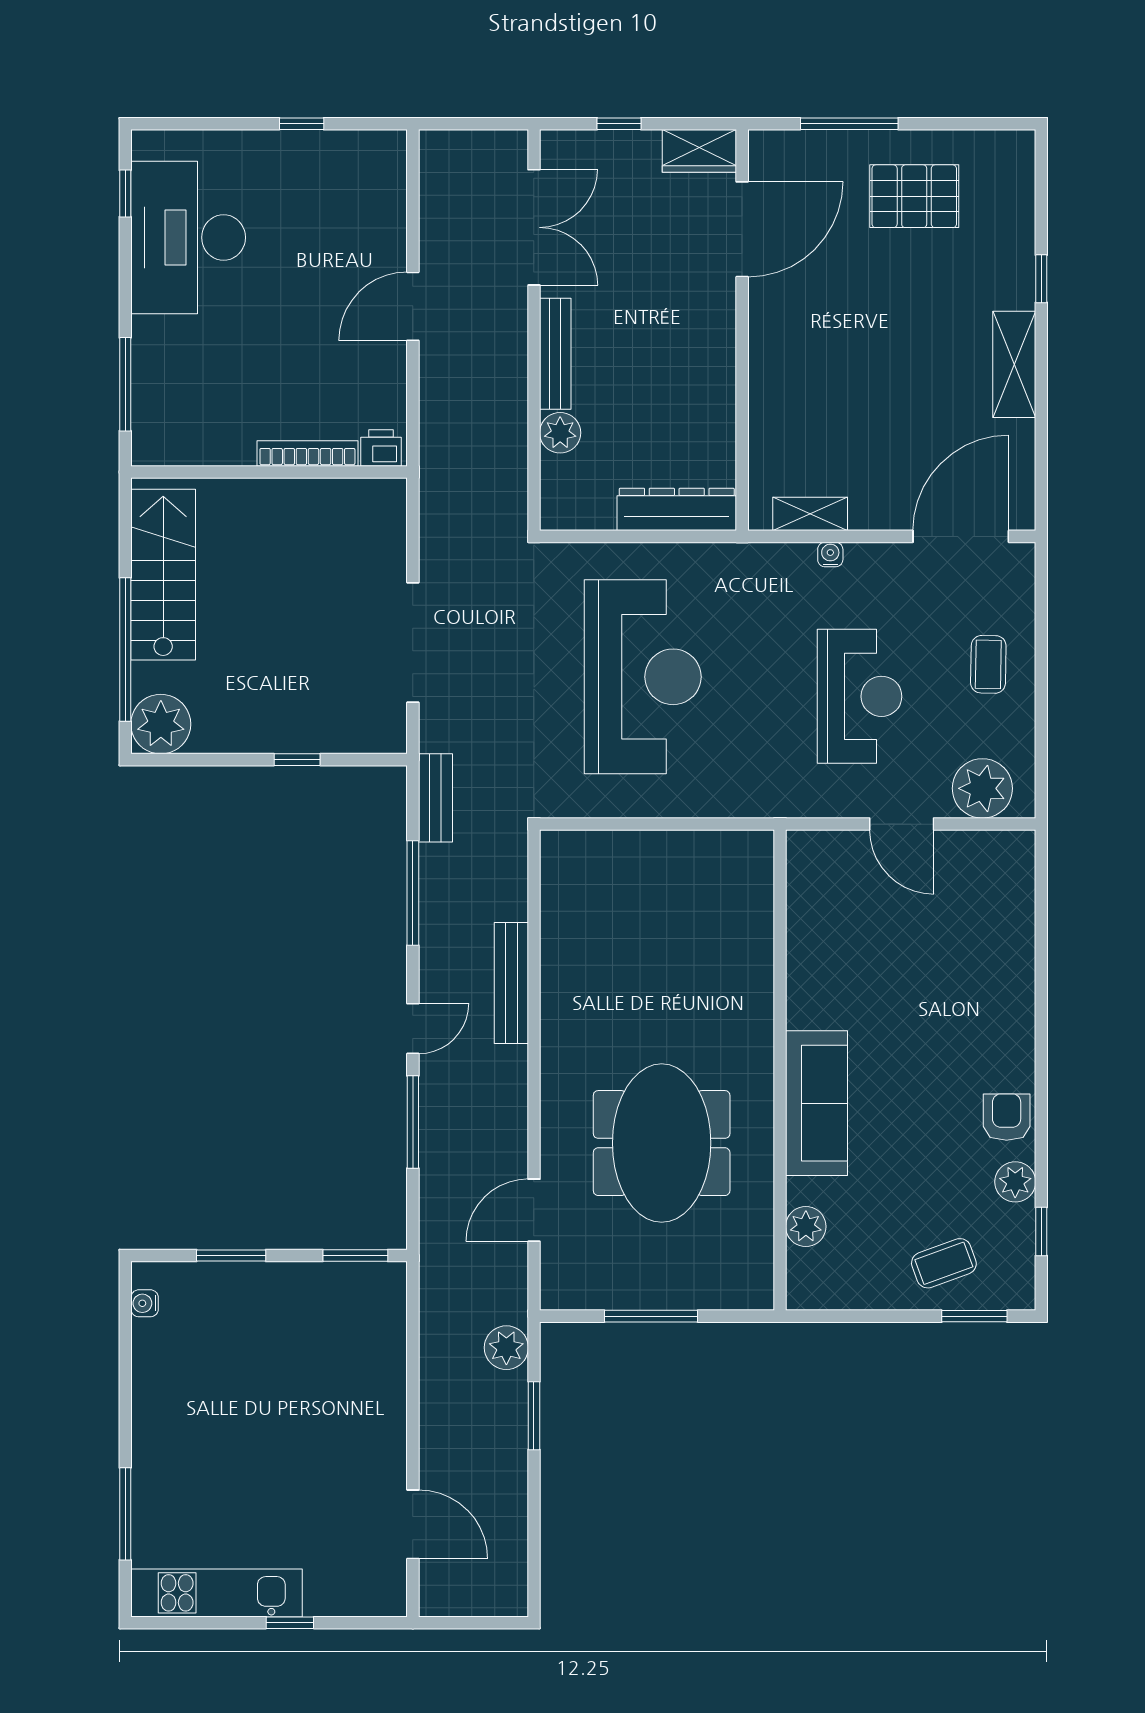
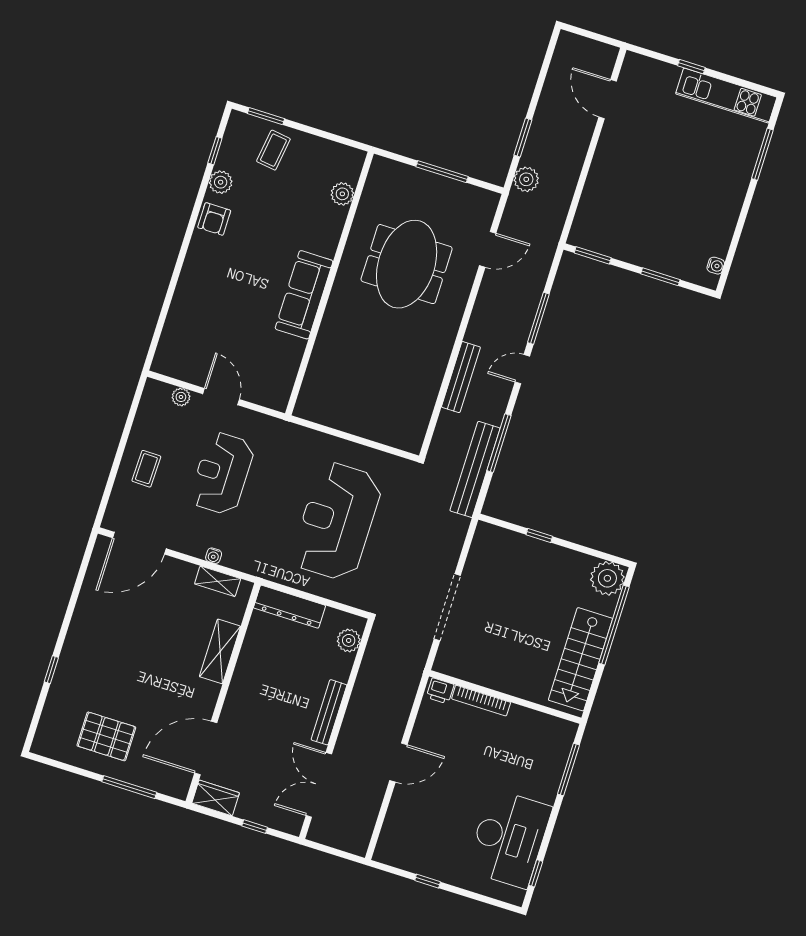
shelving: (1014, 364) -> (220, 651), moved
plant: (560, 433) -> (349, 640), moved
doorway: (413, 642) -> (447, 607), moved
plant: (982, 788) -> (181, 397), width x0.53, depth x0.53
bench: (435, 798) -> (475, 469), width x1.86, depth x1.21
sofa: (817, 1103) -> (304, 295), moved
coffee table: (944, 1263) -> (273, 150), turned -62

